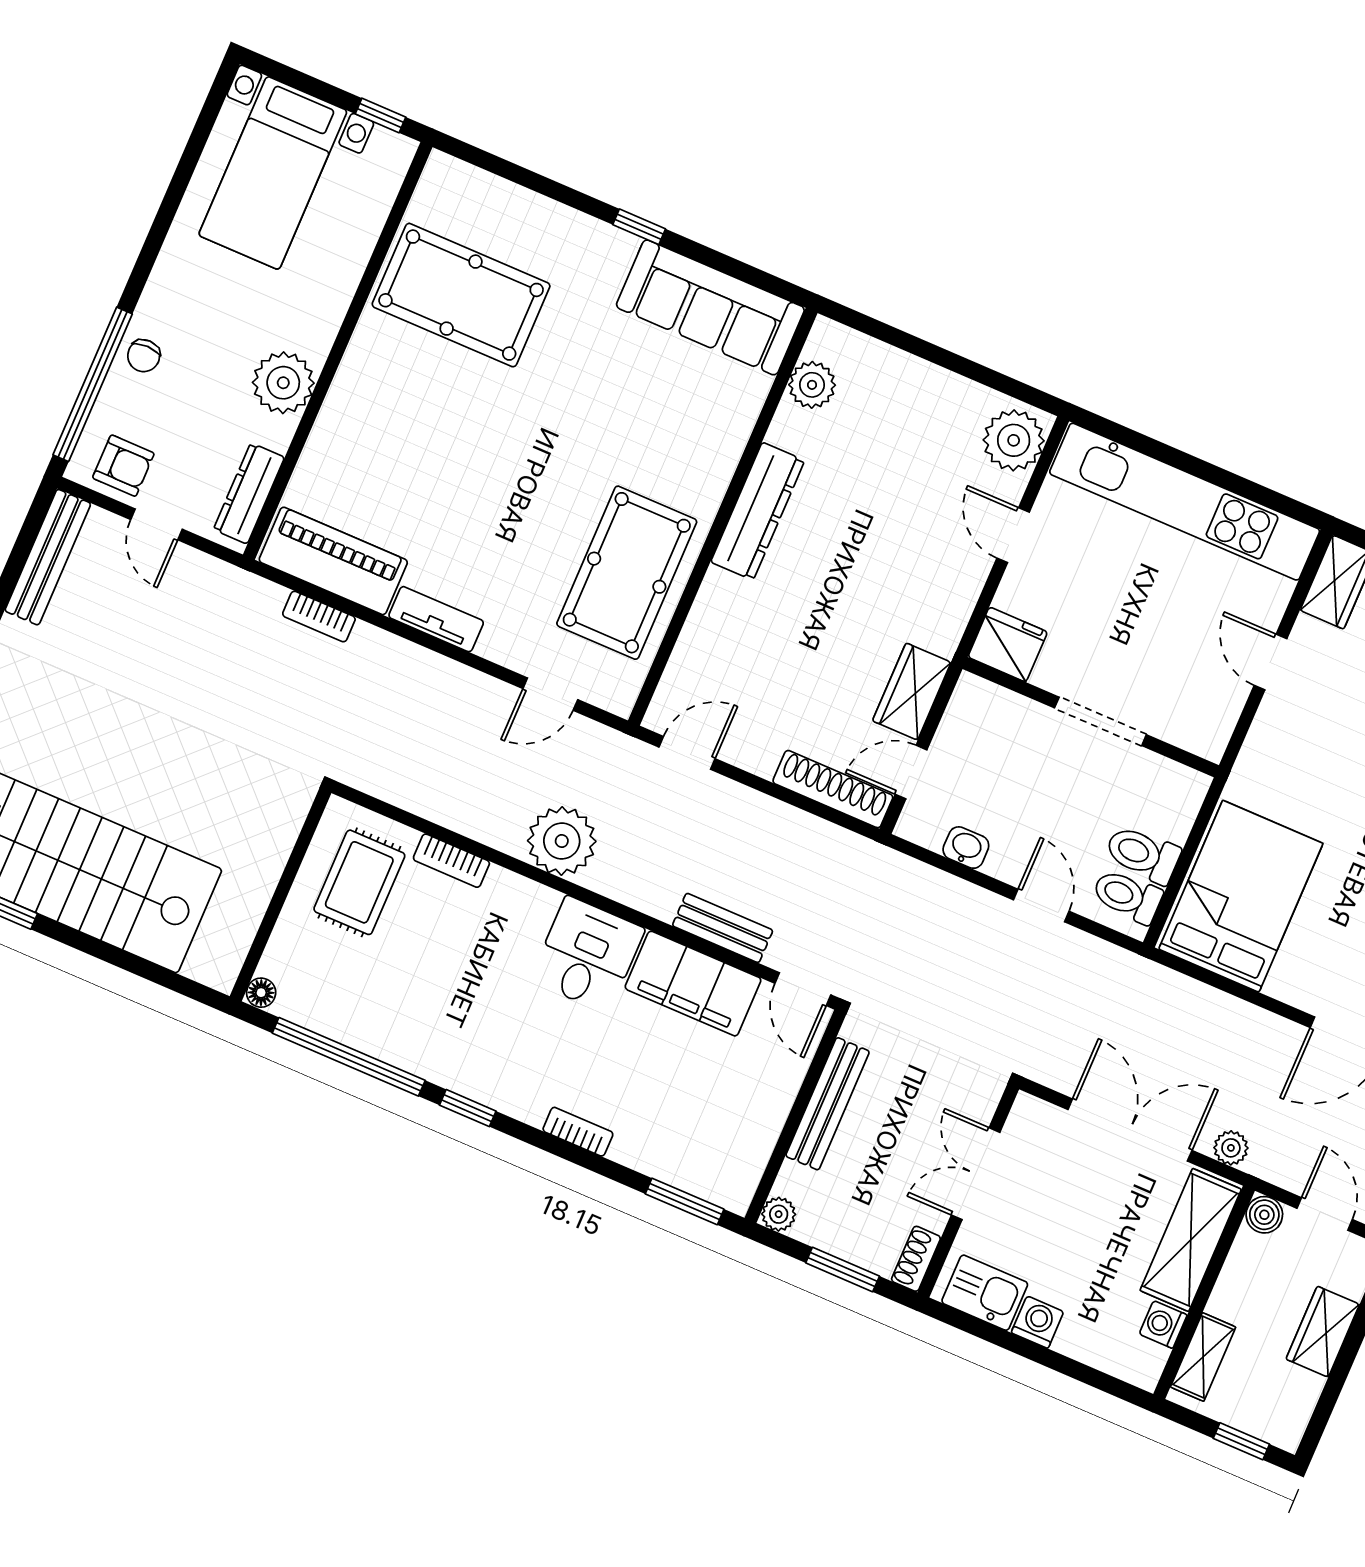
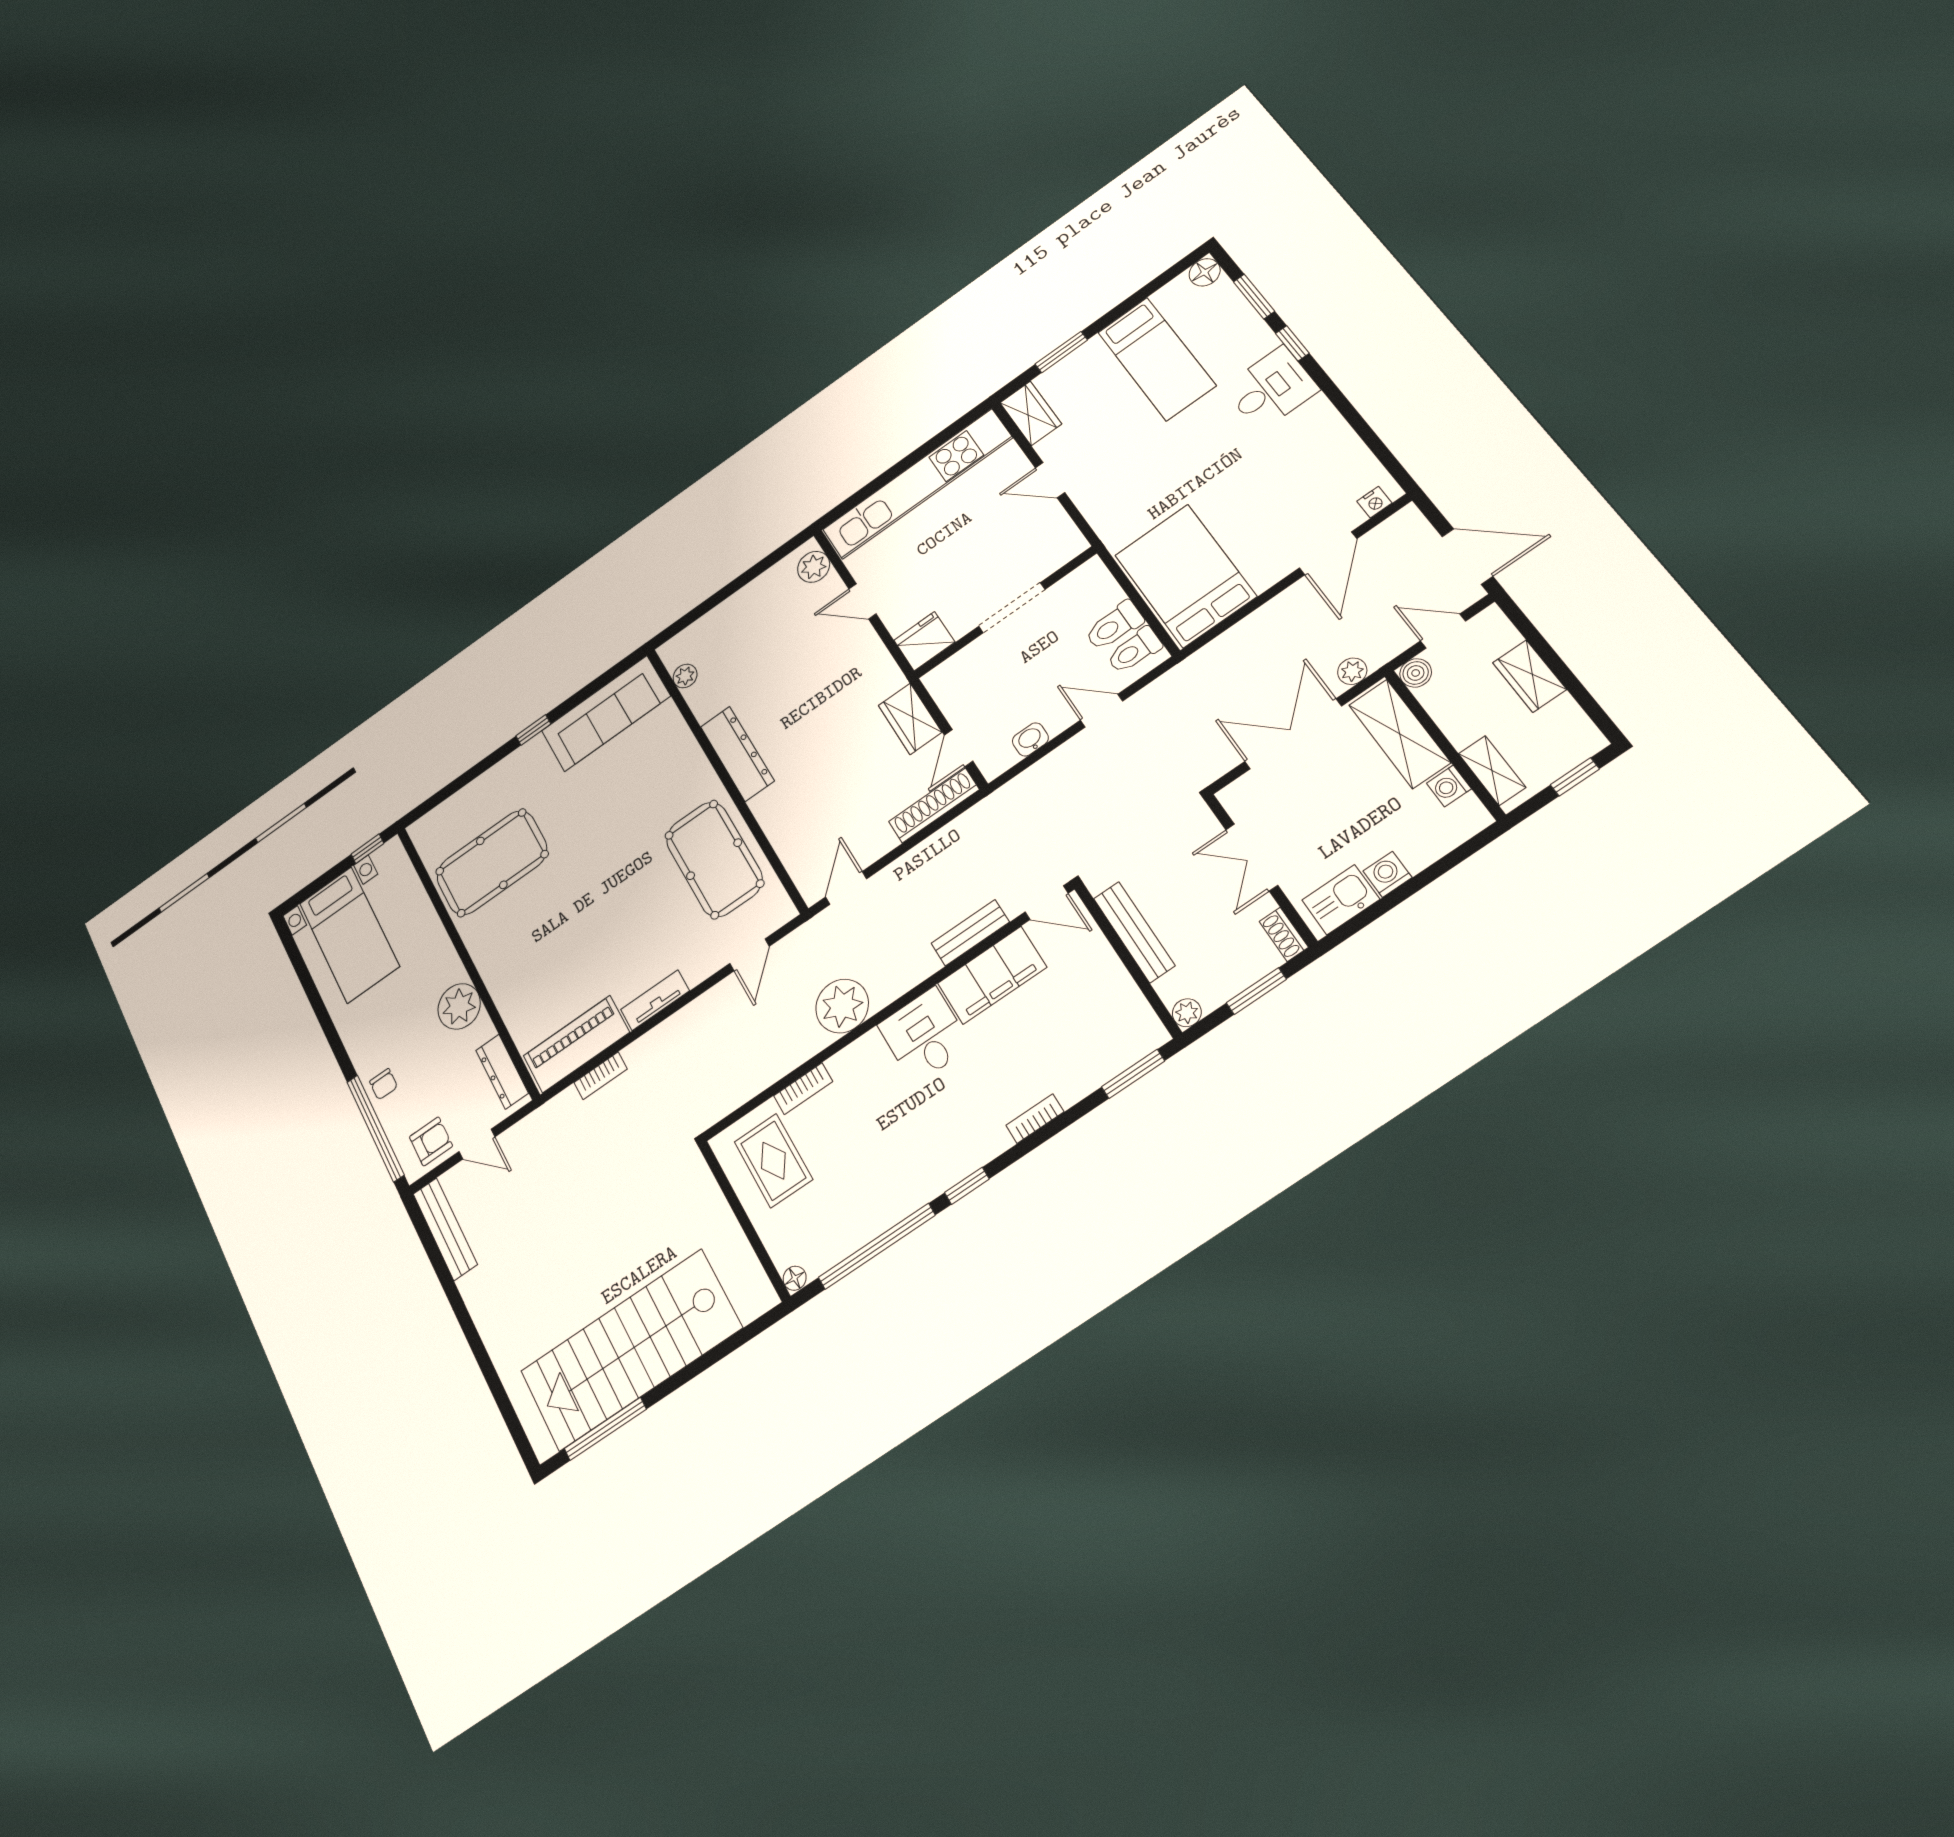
plant: (812, 385) -> (685, 676), width x0.73, depth x0.73
plant: (1014, 440) -> (814, 567), width x0.73, depth x0.73

